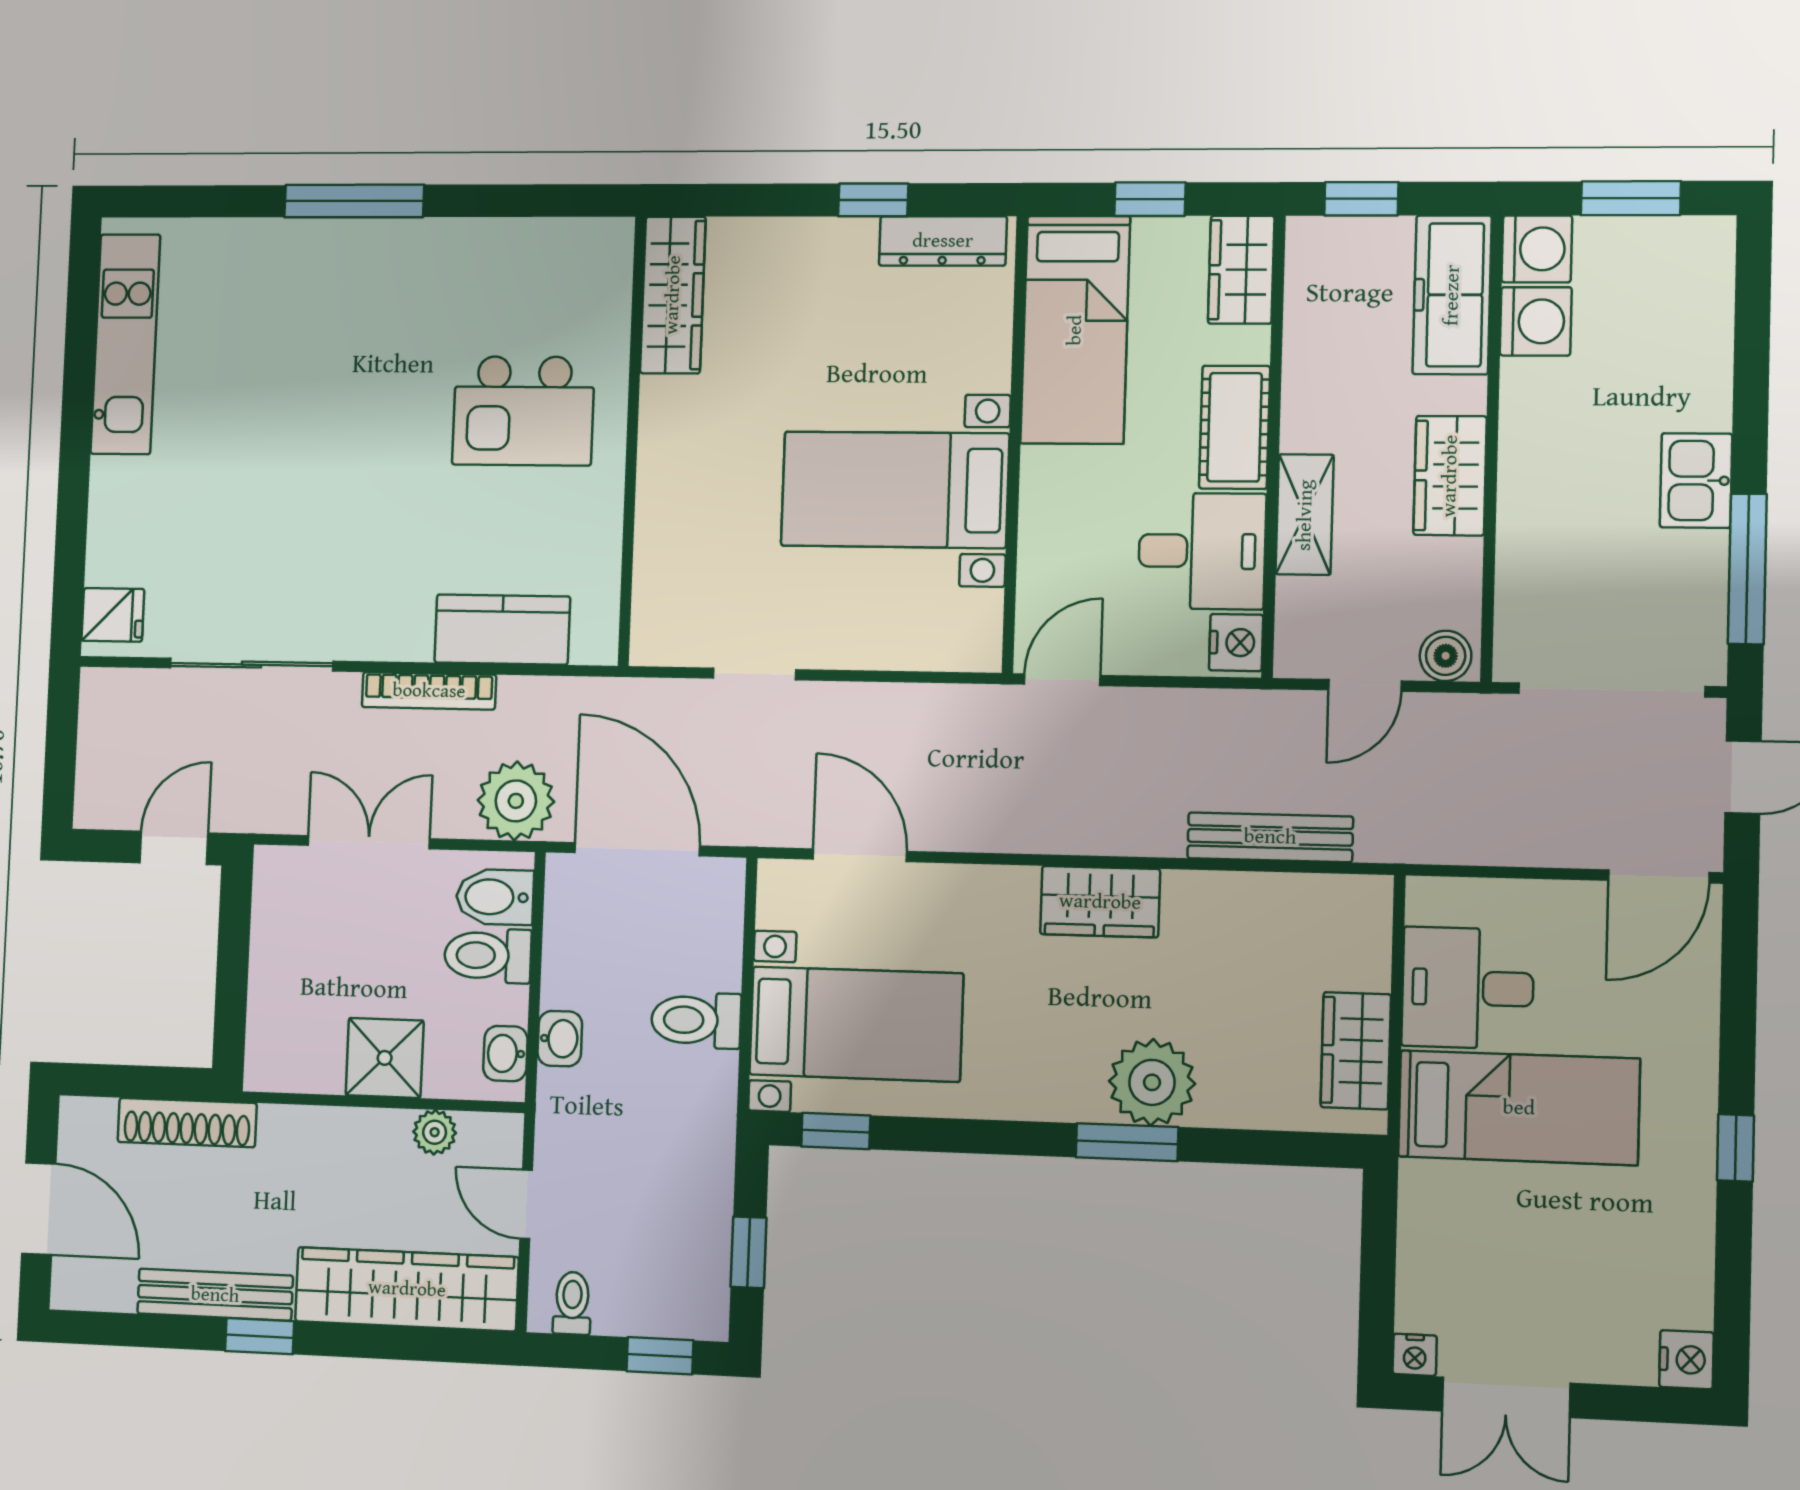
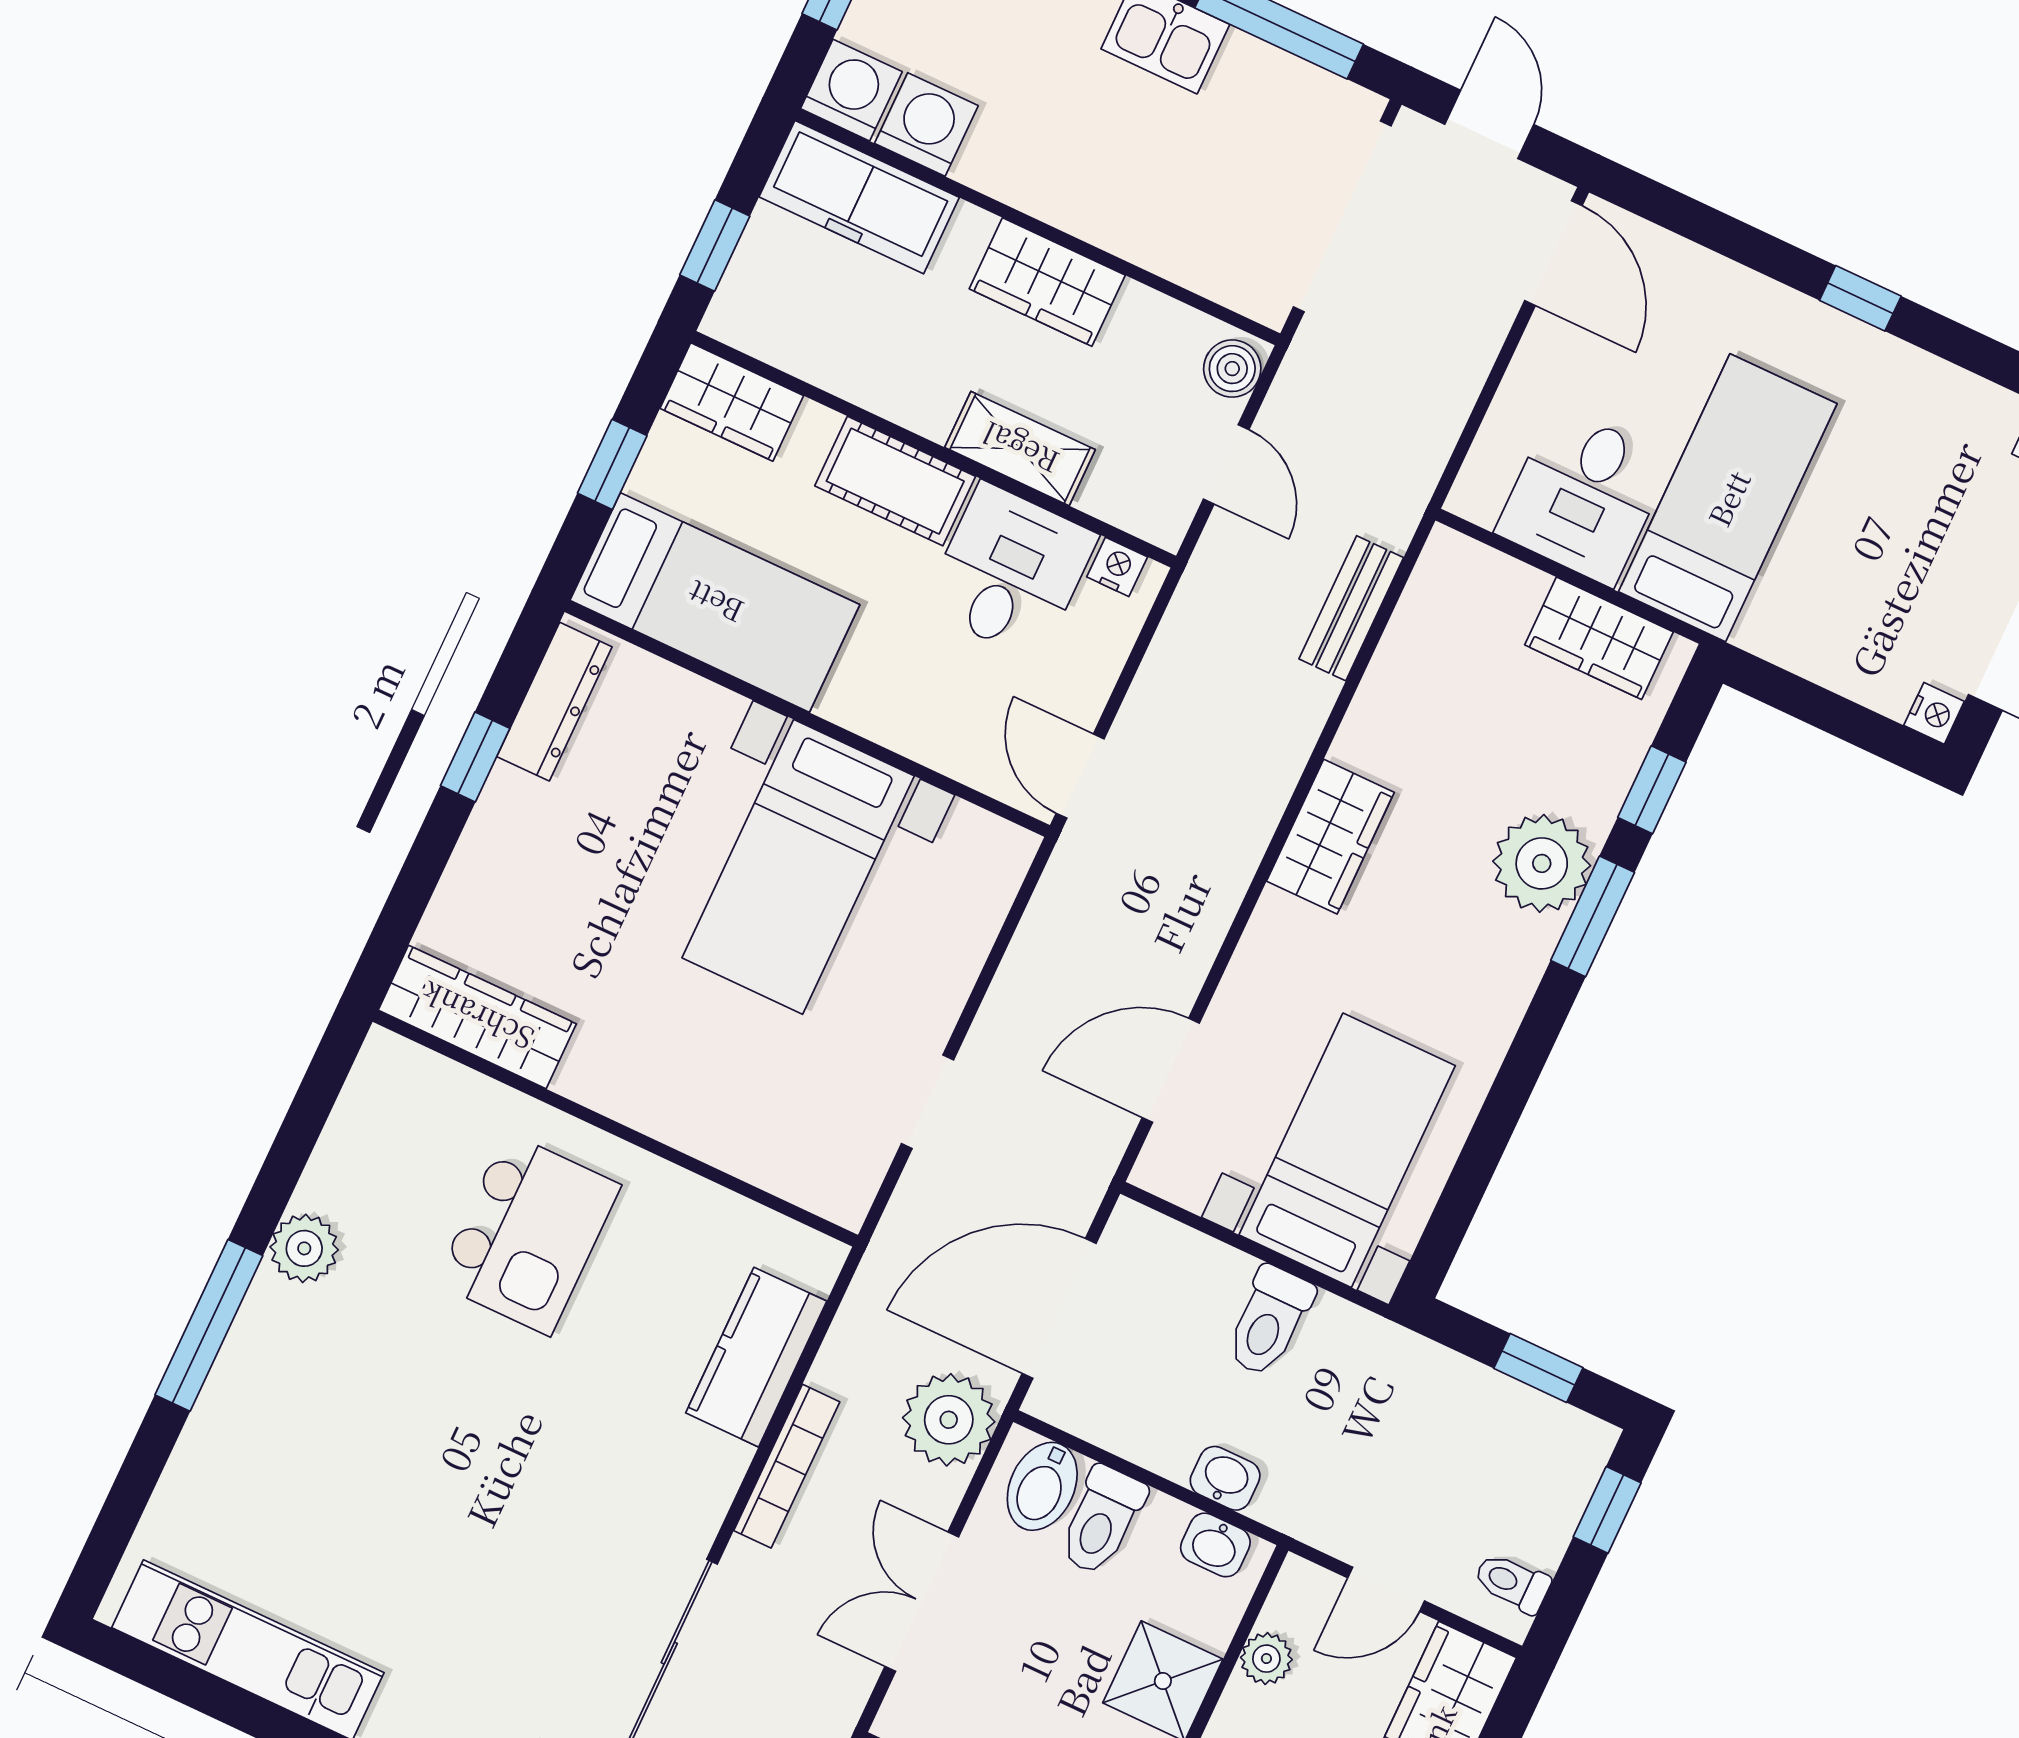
plant: (442, 246) -> (304, 1248), added
nightstand: (1236, 643) -> (1117, 567), width x0.72, depth x0.74
bench: (1270, 837) -> (1351, 608), width x0.73
window: (836, 1131) -> (1652, 790), moved

